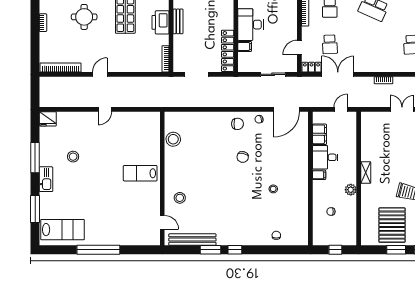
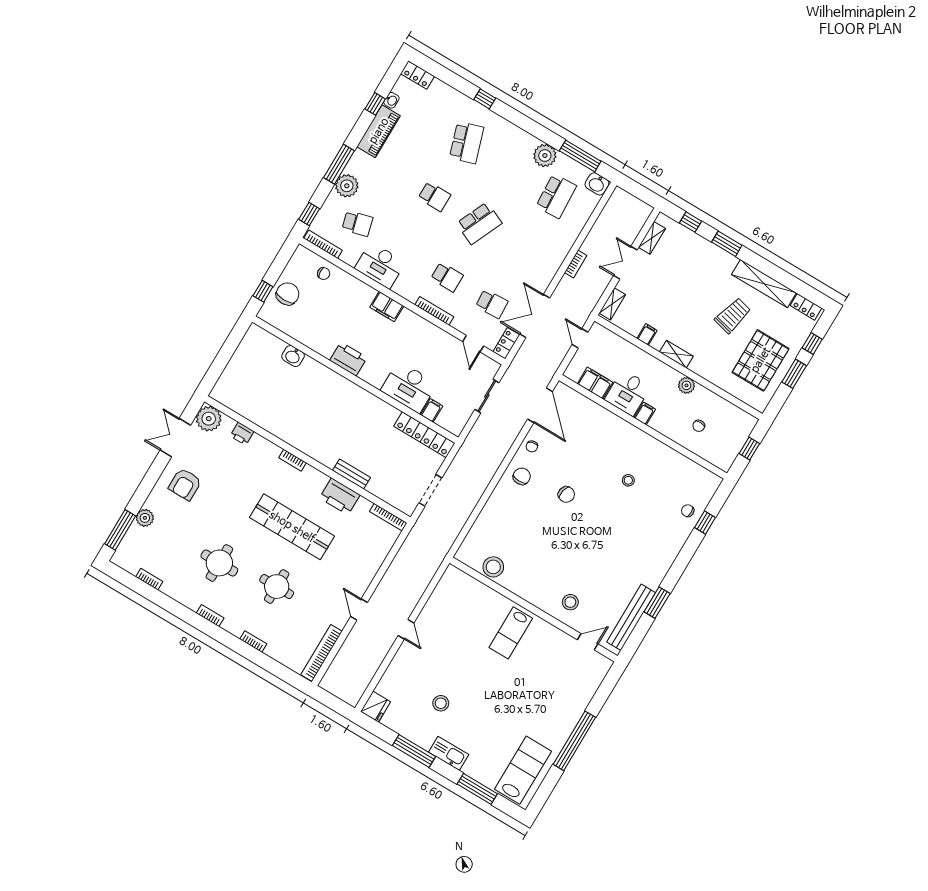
shelving: (373, 116) -> (612, 304), added
filing cabinet: (367, 148) -> (647, 334), added
pallet: (392, 225) -> (761, 360), turned 90
window: (235, 250) -> (705, 523), moved

